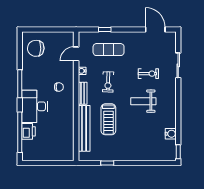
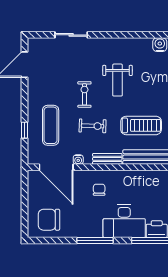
chair: (36, 48) -> (49, 220), turned 88
door: (76, 54) -> (56, 167), width x1.88
exercise bike: (148, 74) -> (84, 94), moved

